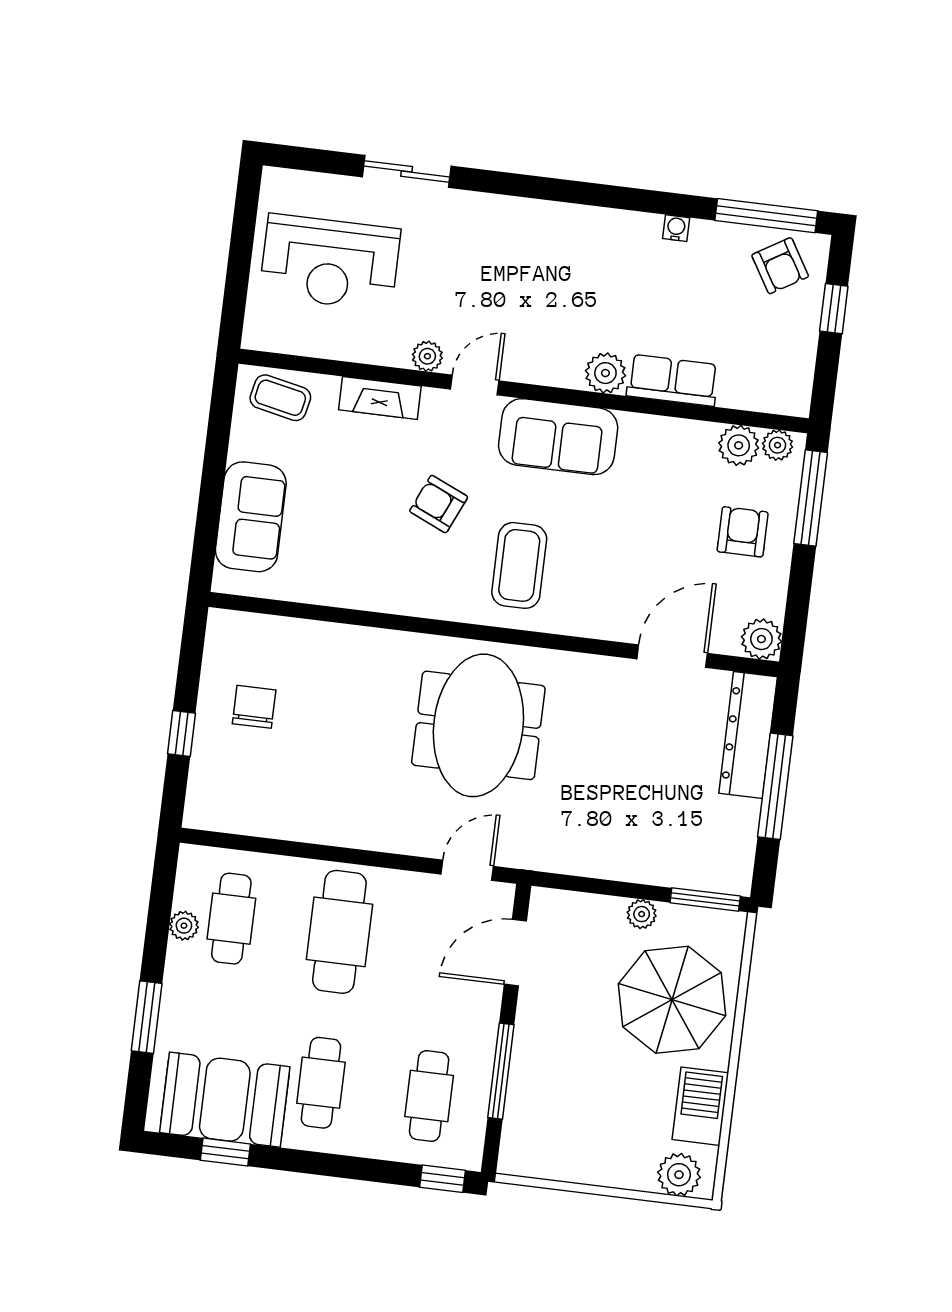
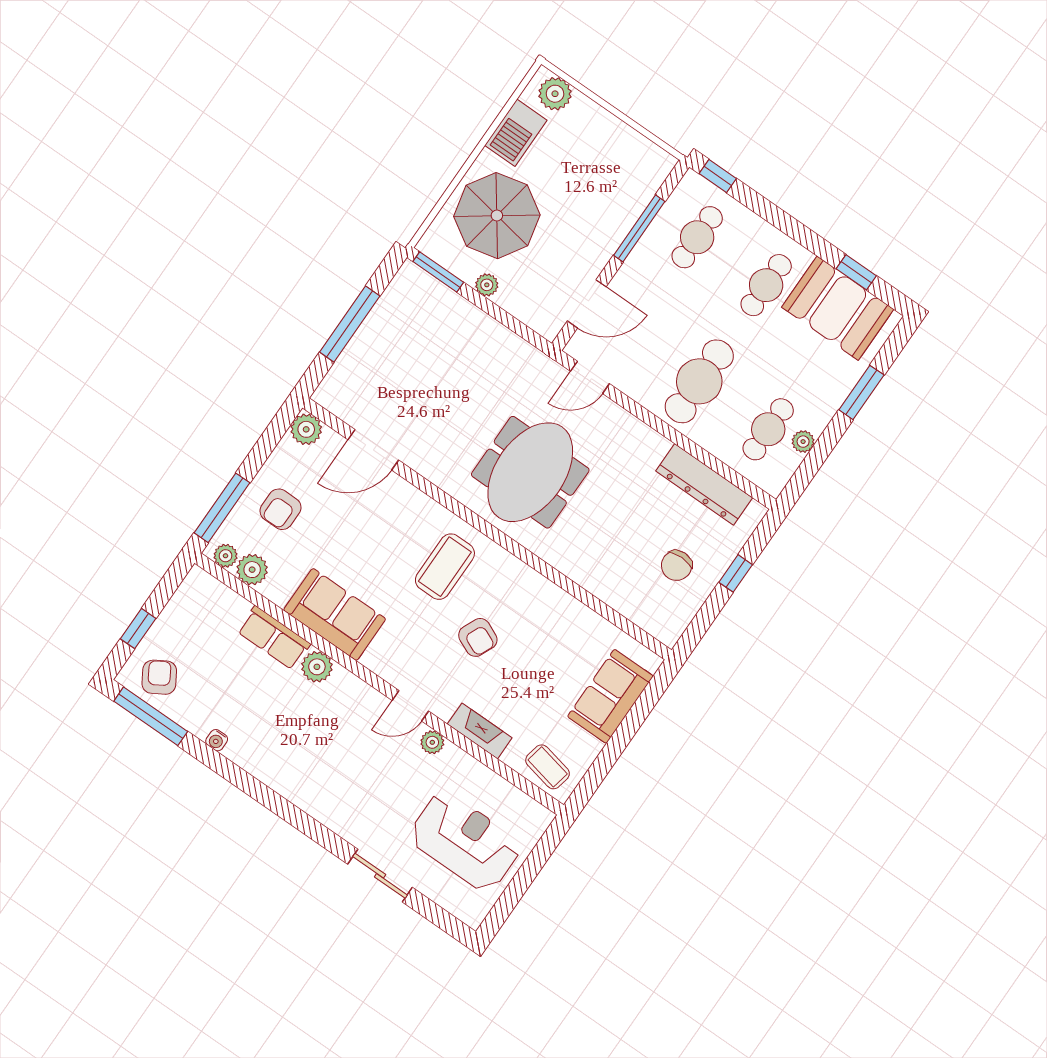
sofa: (558, 437) -> (335, 614), moved
dresser: (748, 735) -> (704, 484), moved, turned 90

